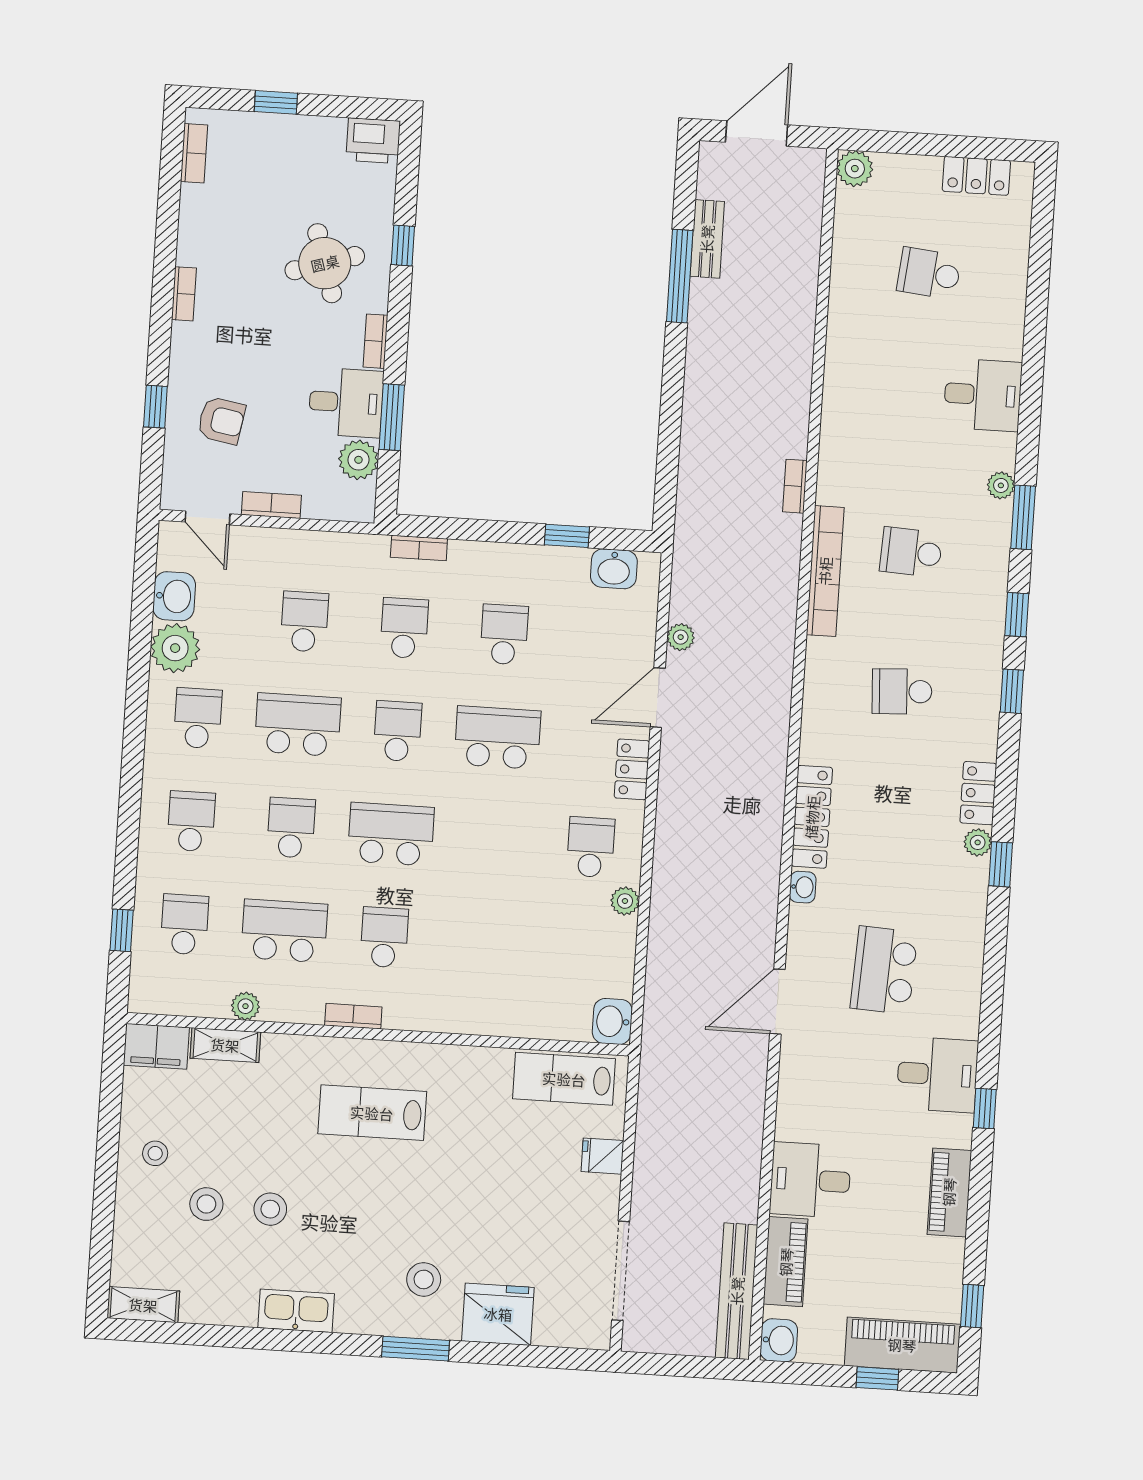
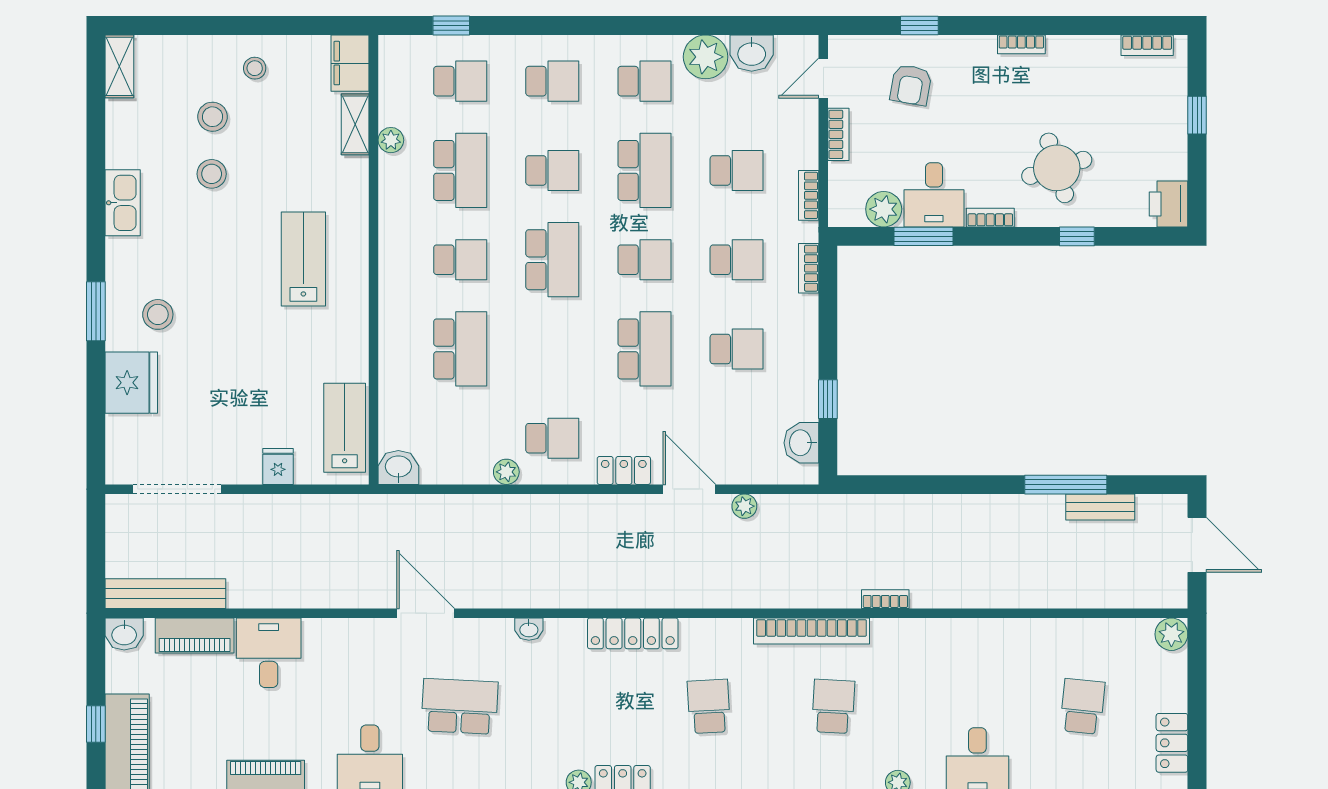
locker: (812, 817) -> (633, 633), moved
school desk: (484, 944) -> (460, 349), added
bookcase: (353, 1016) -> (809, 195), moved, turned 180

